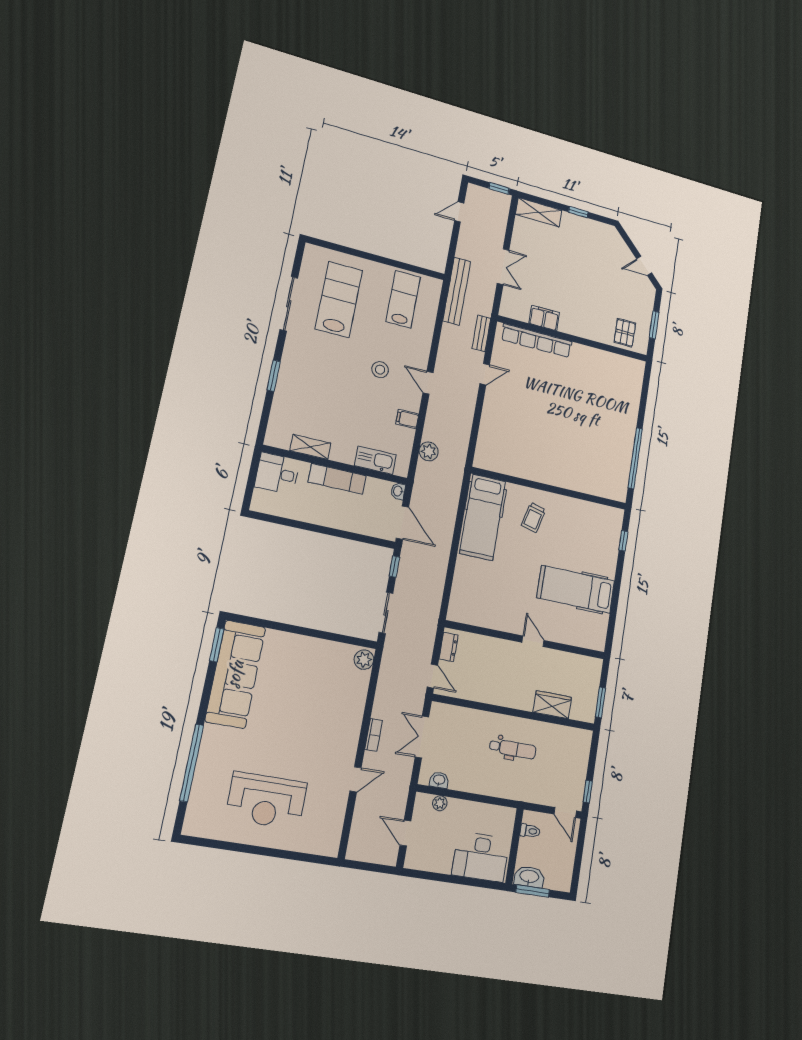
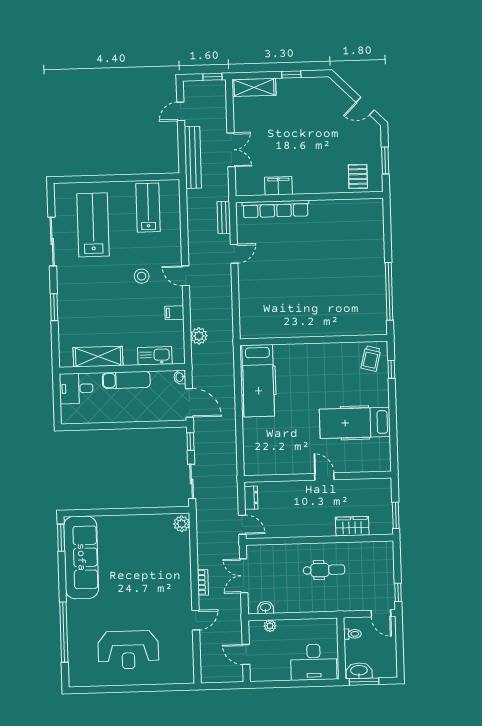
bench: (457, 291) -> (193, 157), moved
shelving: (310, 447) -> (98, 357), width x1.50, depth x1.33
trolley: (533, 518) -> (371, 359), moved

